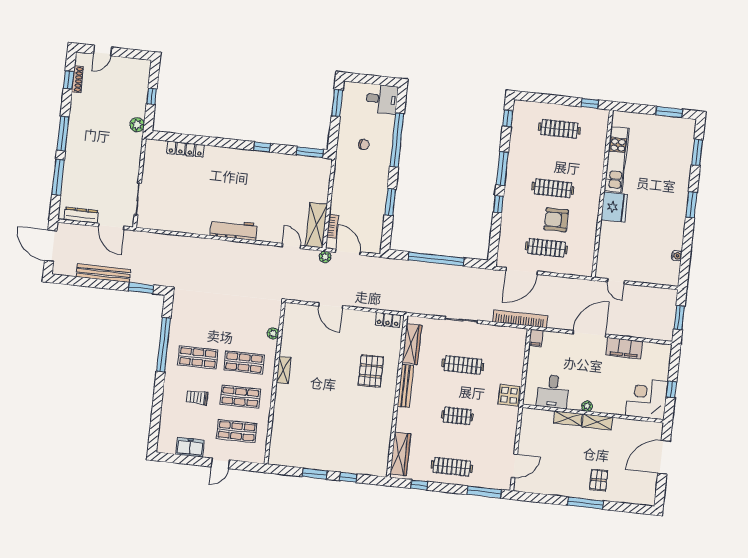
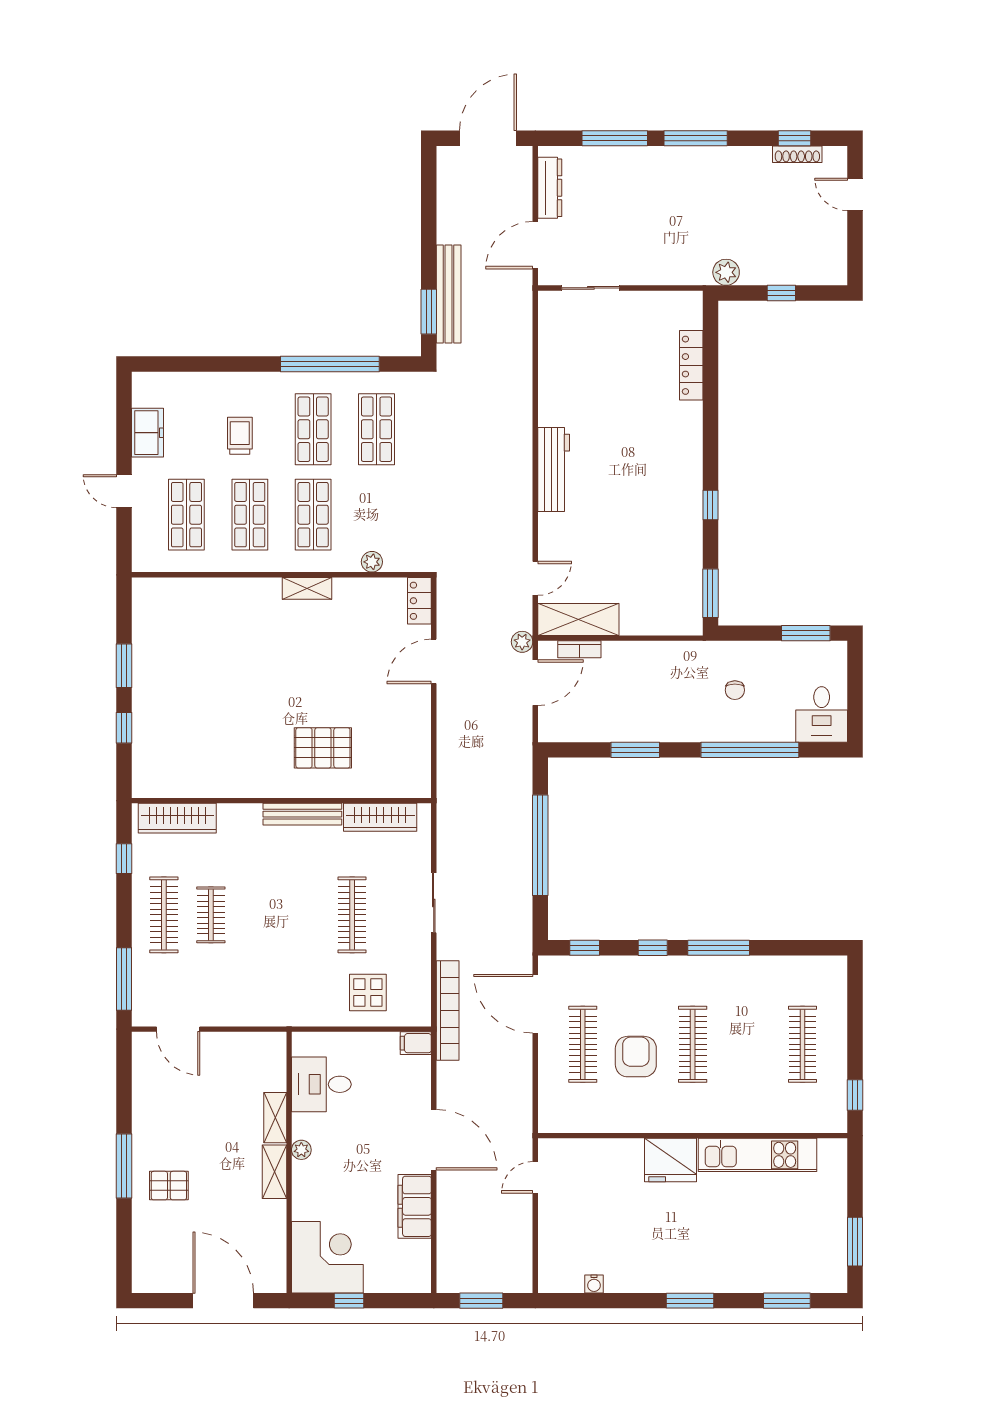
window: (508, 118) -> (585, 948), moved
bench: (103, 273) -> (449, 294), moved
locker: (388, 320) -> (419, 601), moved
shop shelf: (202, 323) -> (377, 429), added
display table: (509, 395) -> (368, 993), moved
clothes rail: (457, 416) -> (211, 915), moved

